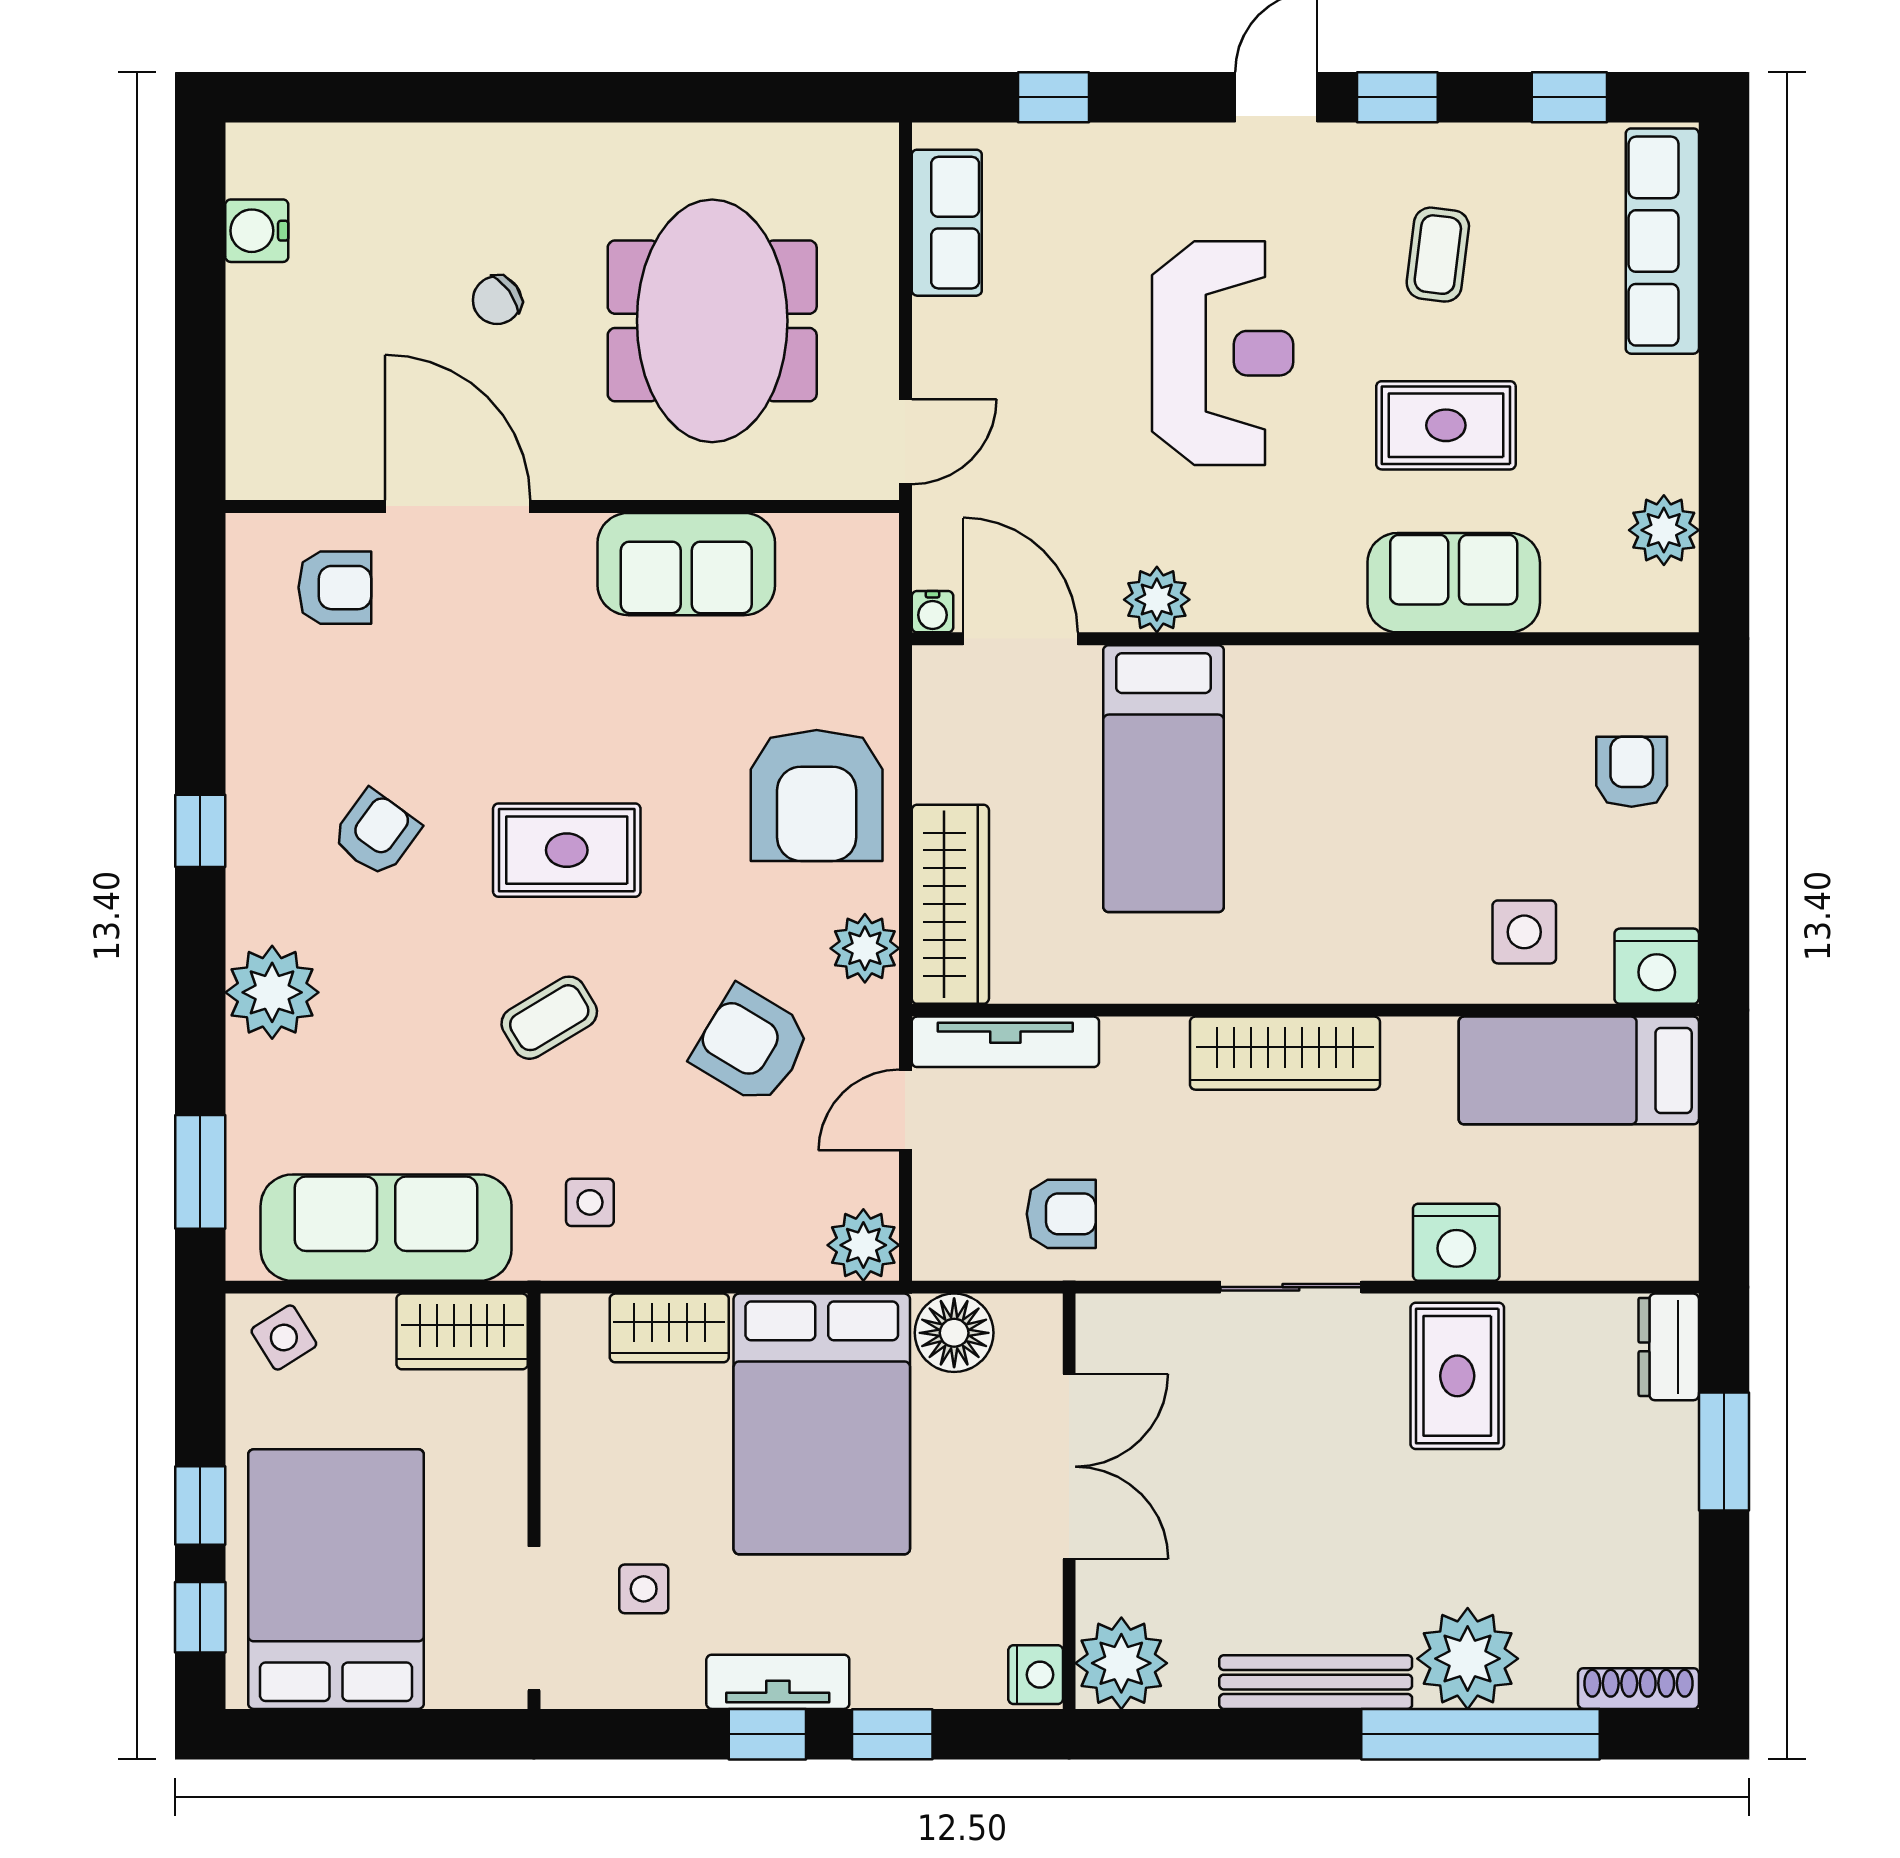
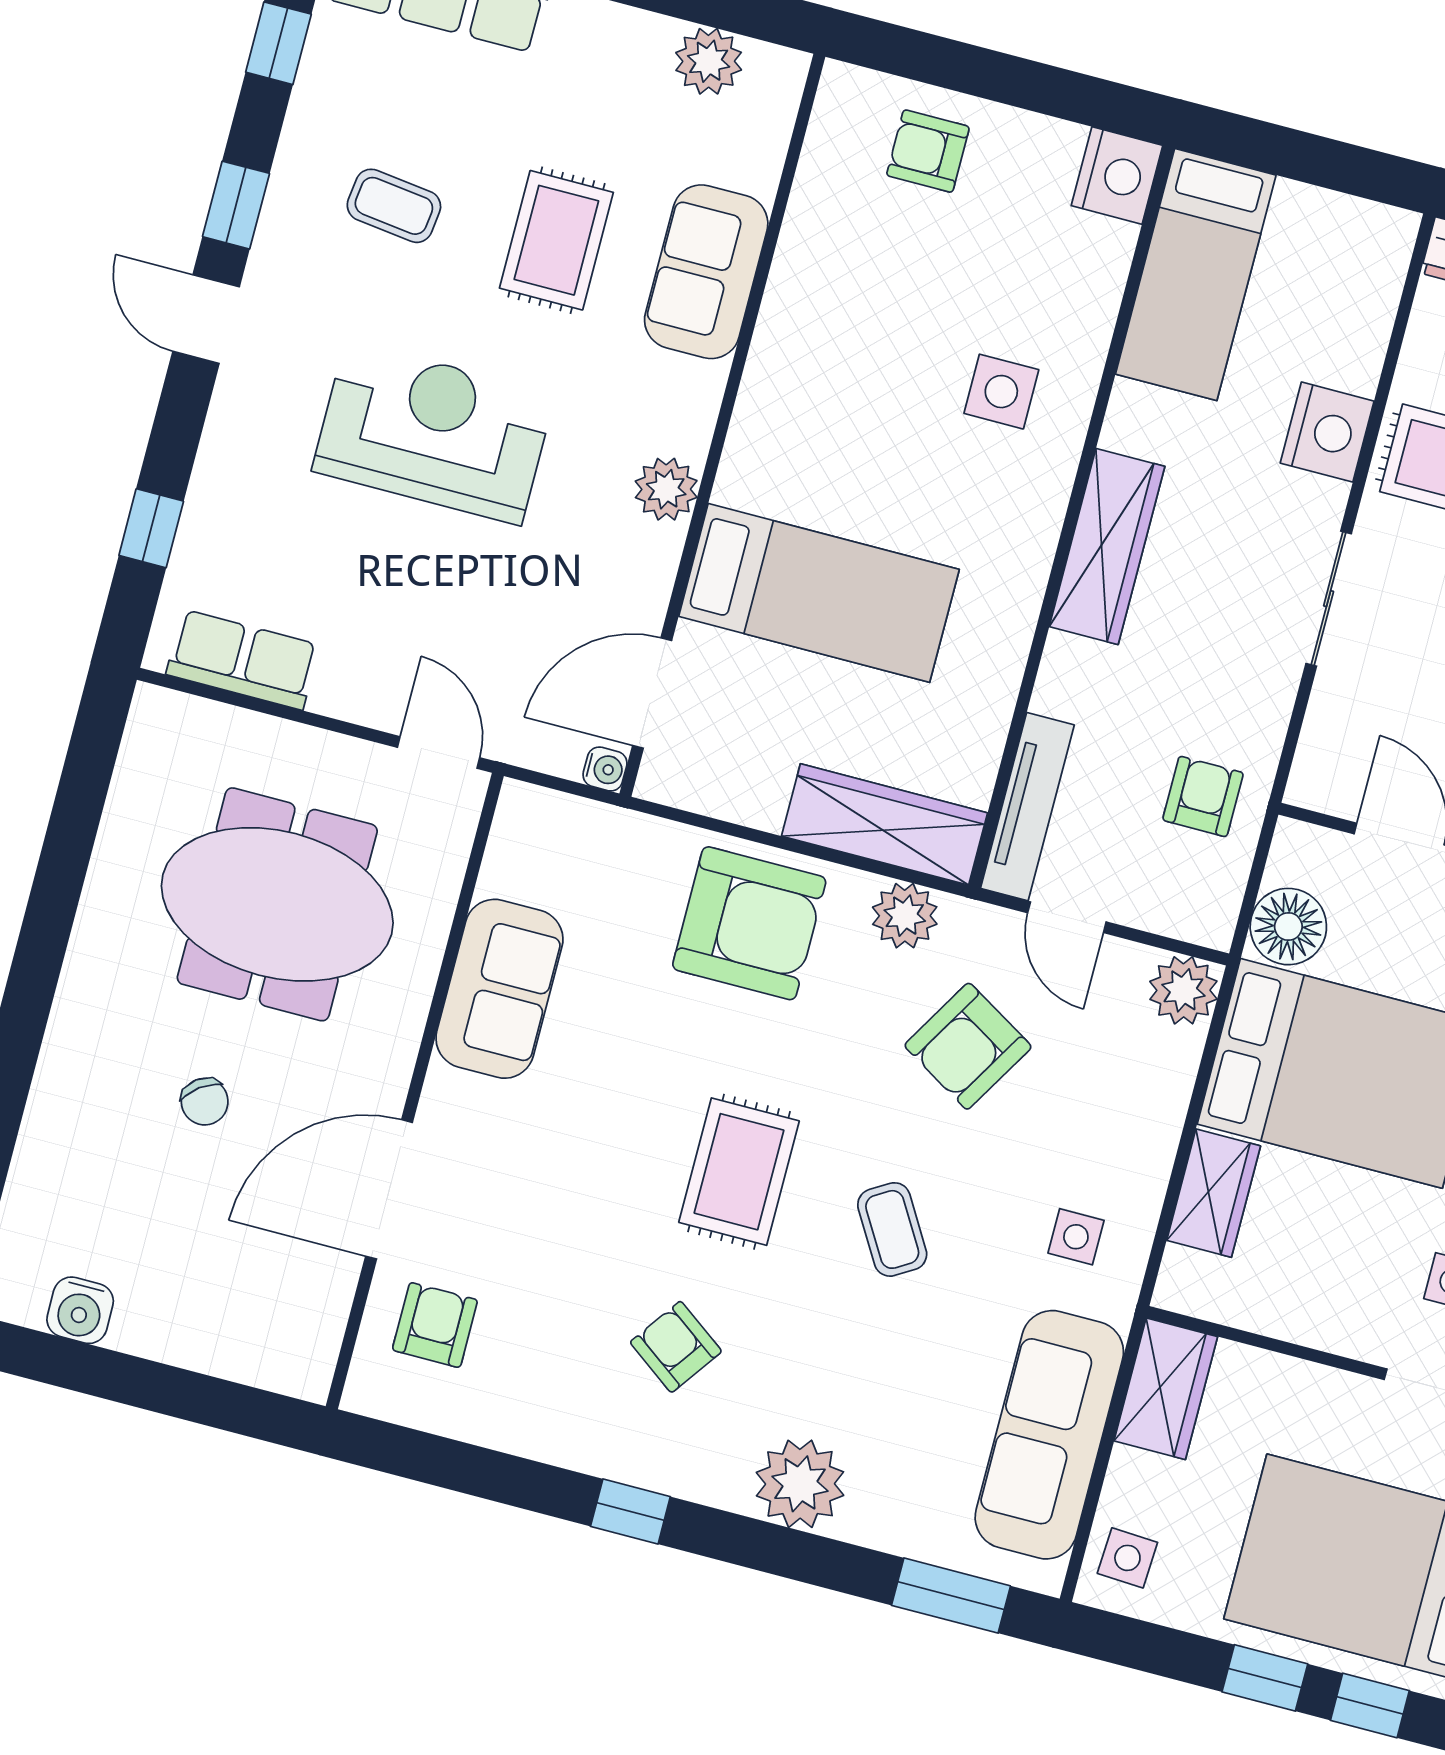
plant: (1157, 600) -> (666, 489), moved
side table: (1524, 932) -> (1001, 392), moved
side table: (284, 1337) -> (1127, 1558), turned 35

